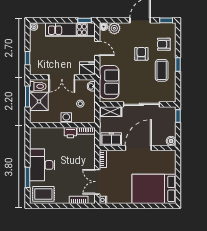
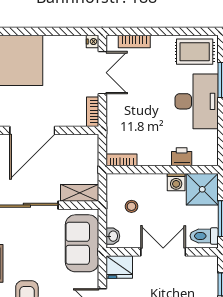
shower: (39, 101) -> (202, 189), moved
washing machine: (66, 118) -> (176, 182), moved
printer: (70, 133) -> (182, 157), moved
freezer: (111, 139) -> (78, 145), removed

